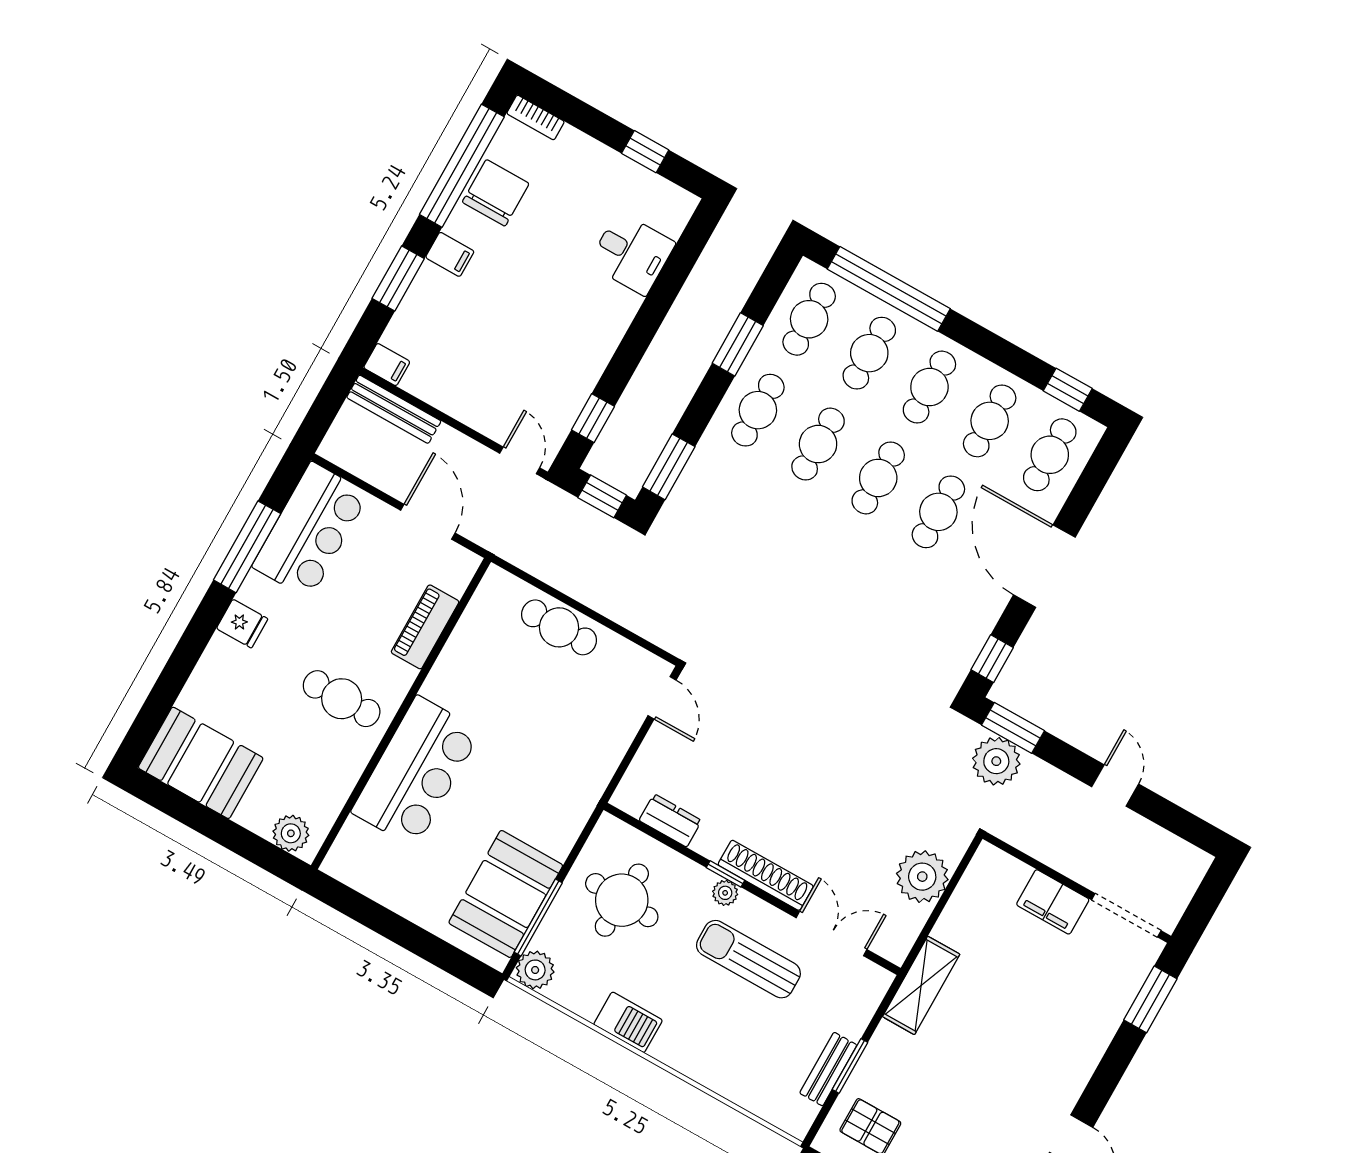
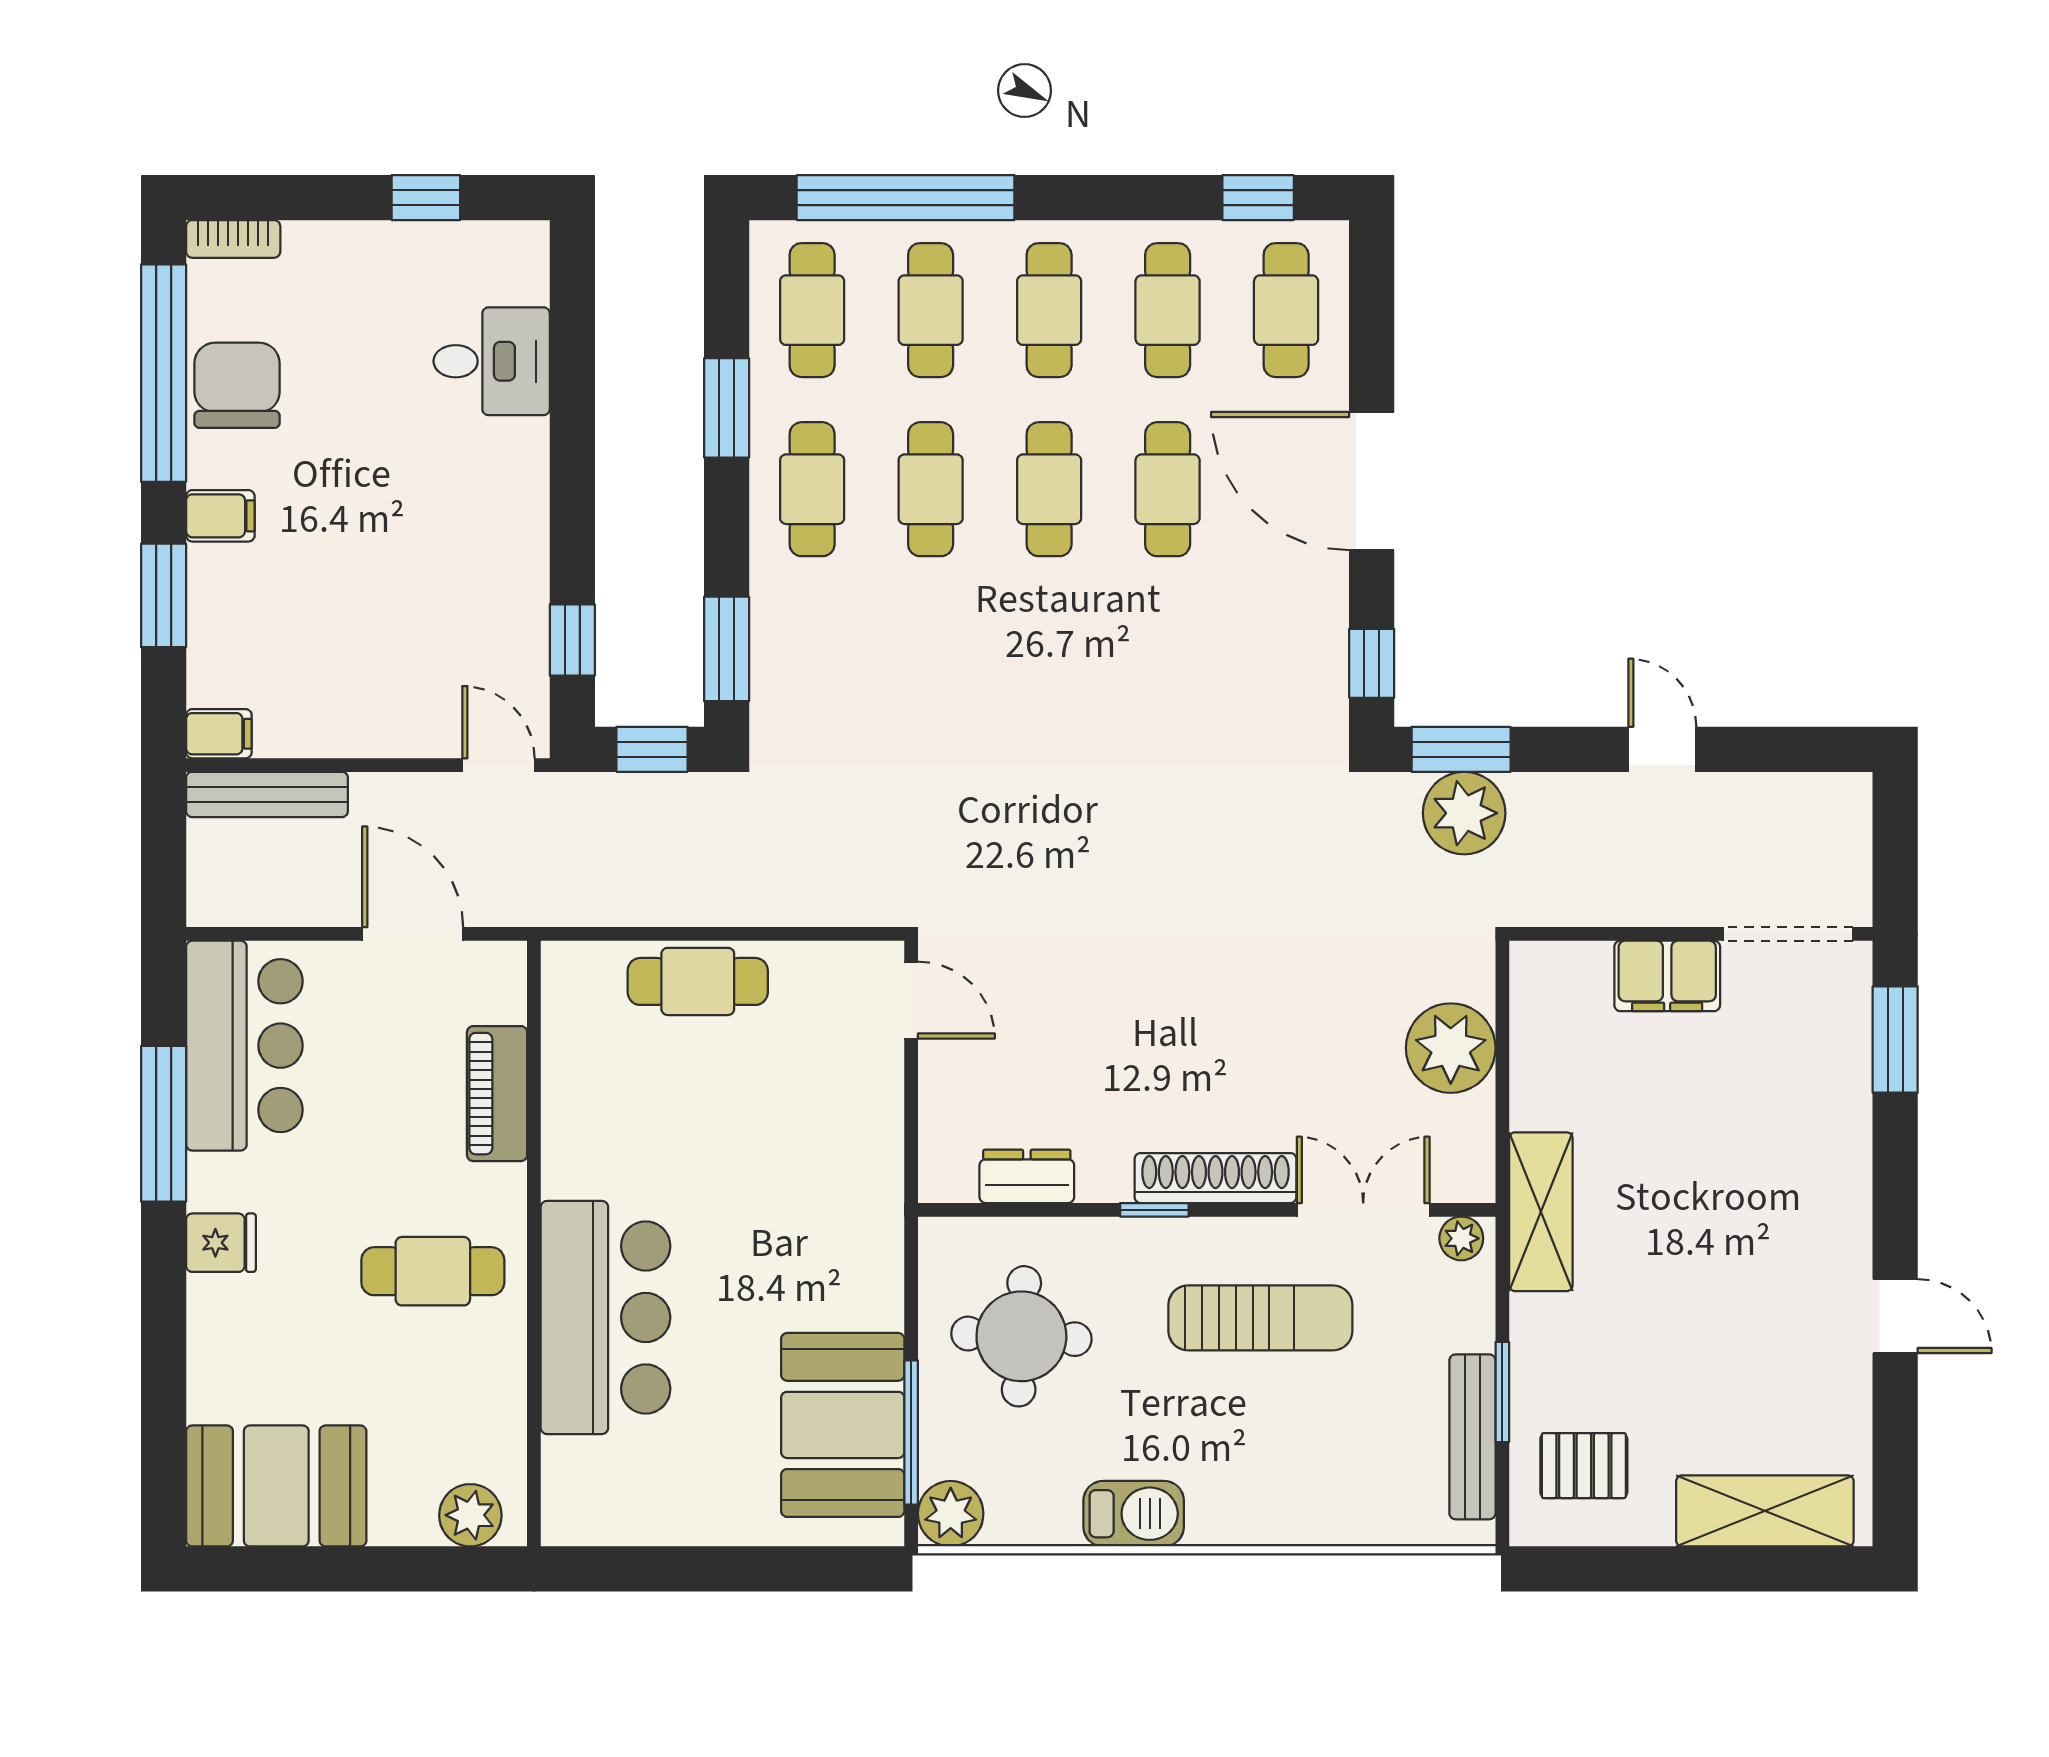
plant: (725, 893) -> (1461, 1238), moved
sun lounger: (748, 959) -> (1260, 1318), turned 180
bench: (828, 1069) -> (1472, 1437), width x1.36

